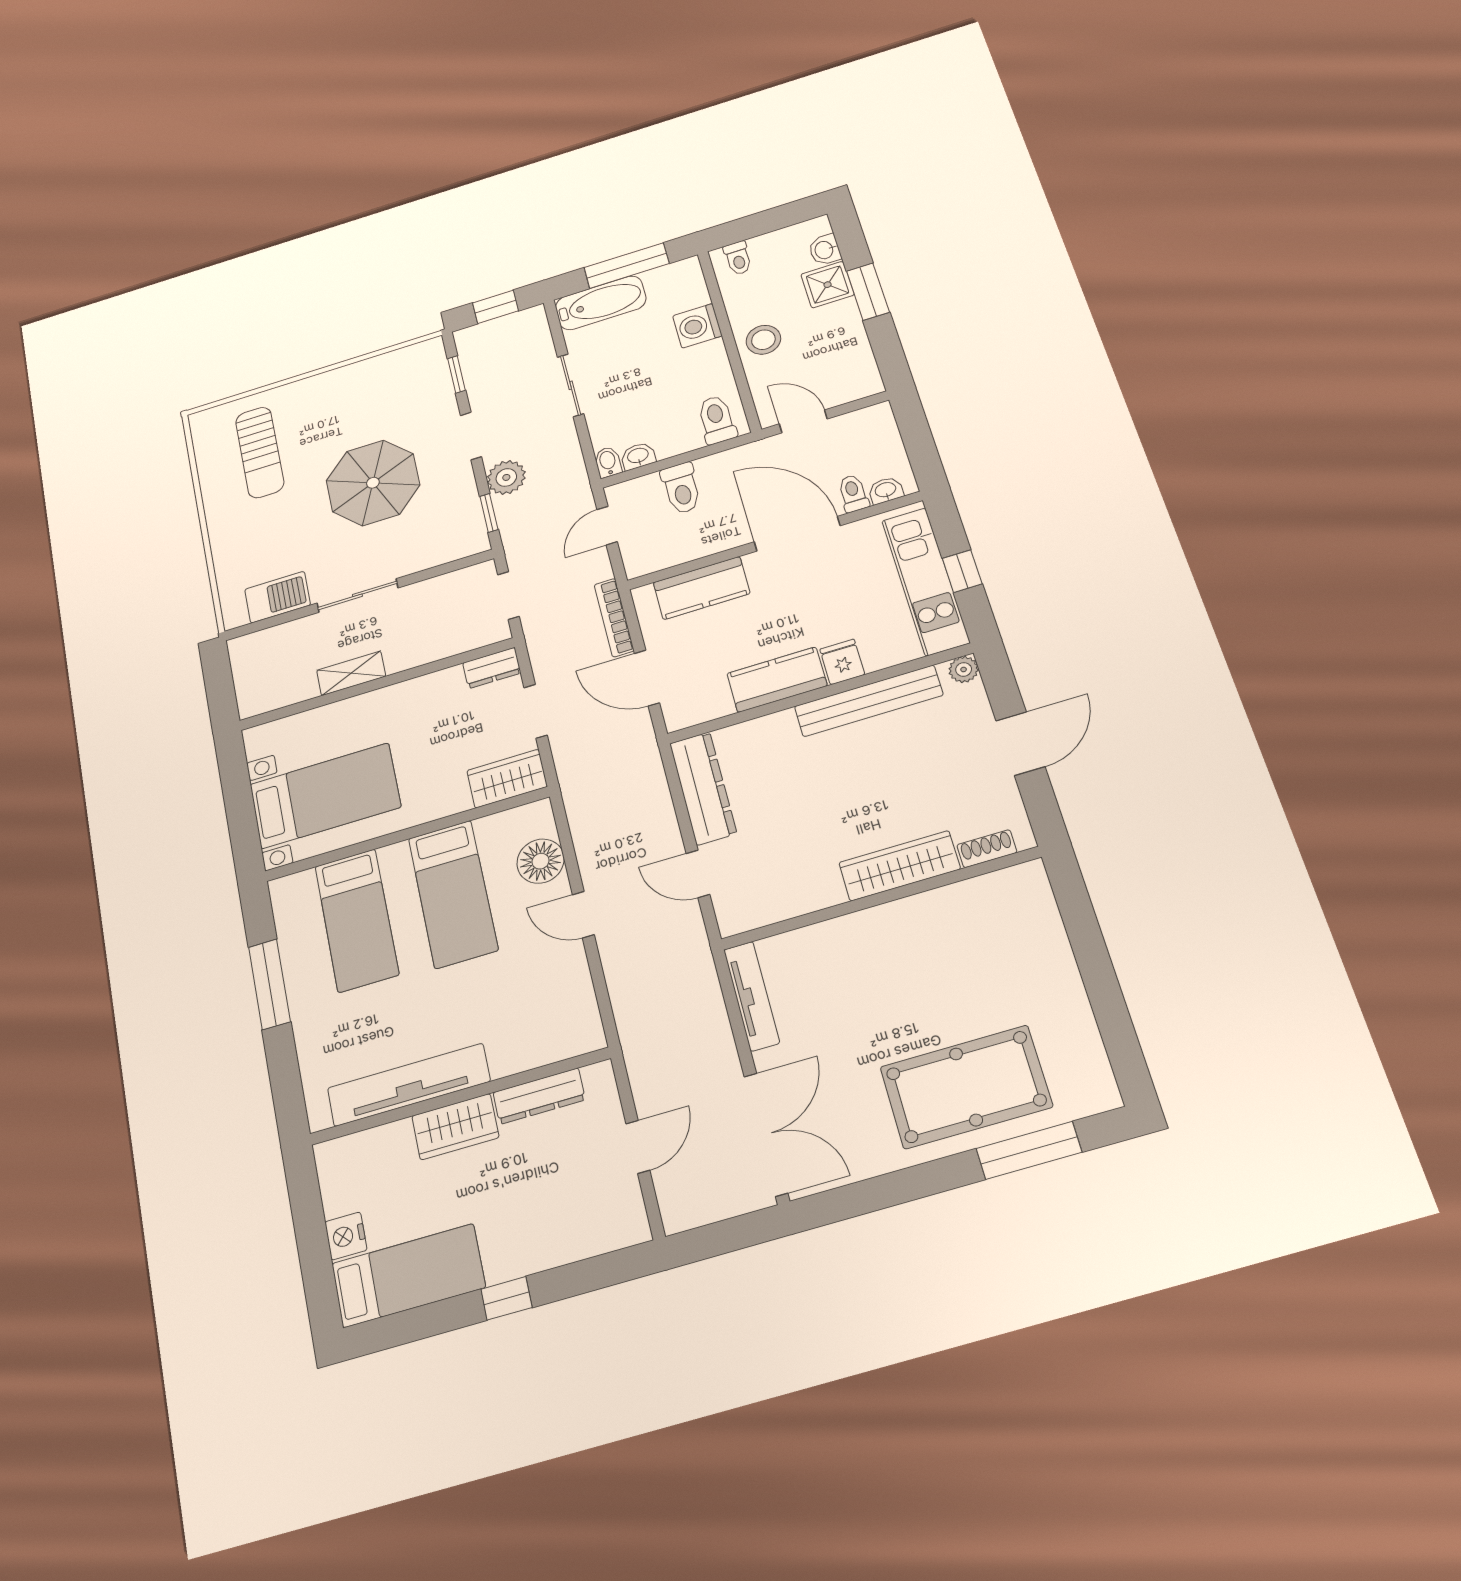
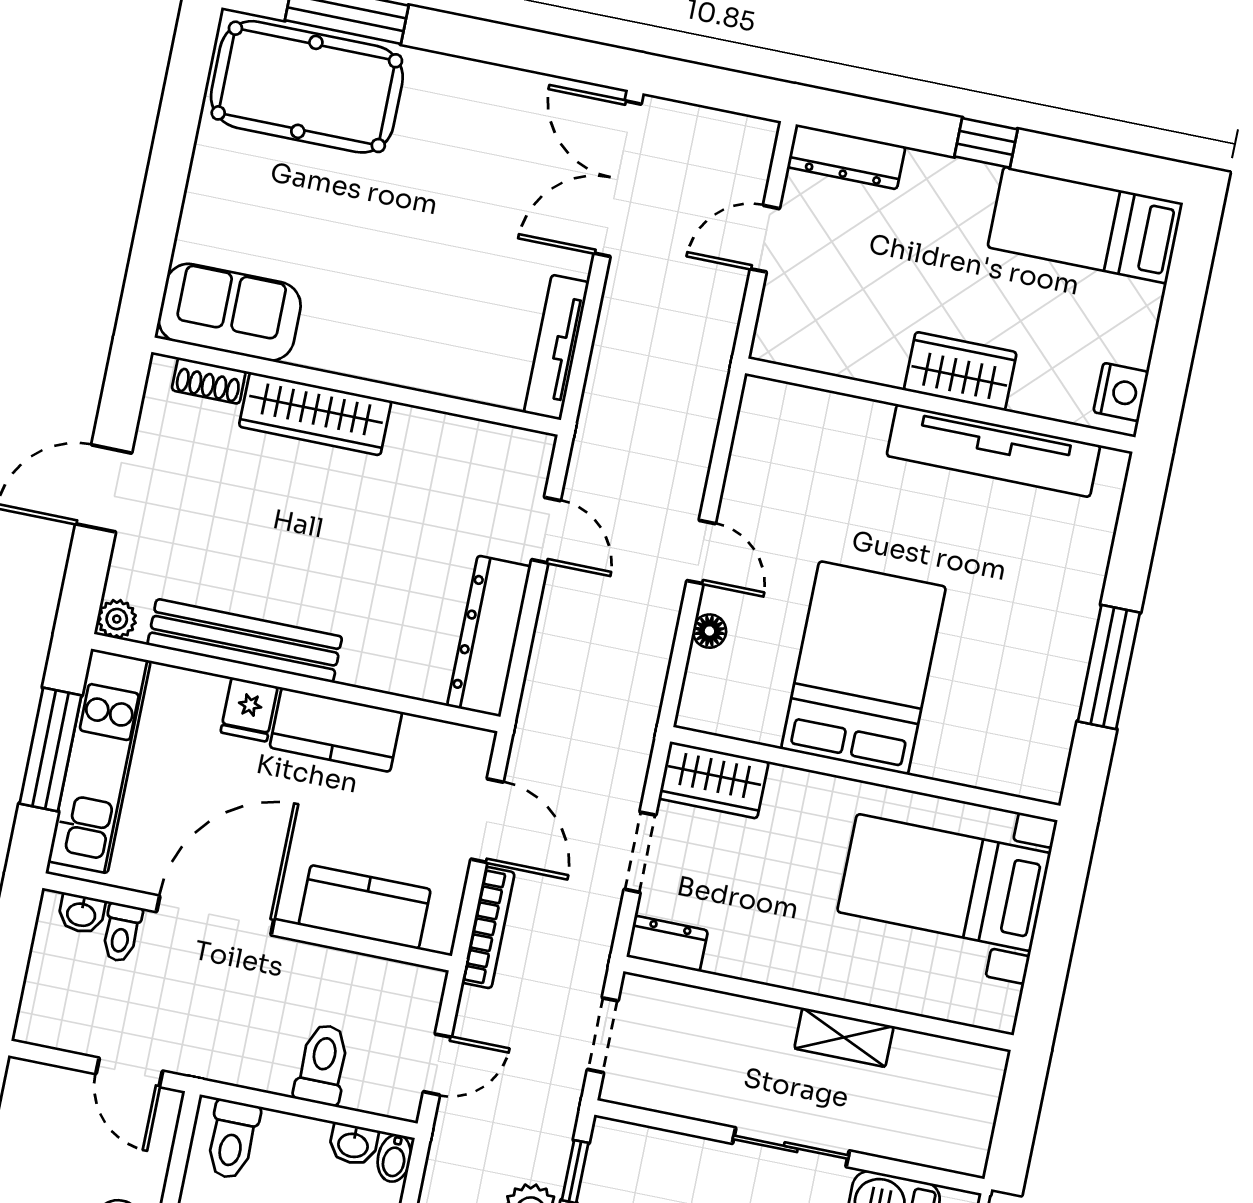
door: (797, 534) -> (215, 915), swing flipped
window: (962, 571) -> (50, 750), width x2.17
floor lamp: (541, 861) -> (709, 631), width x0.53, depth x0.53
bed: (453, 894) -> (864, 668), width x1.50
sofa: (998, 901) -> (230, 312), added
bed: (357, 920) -> (971, 693), removed
pool table: (966, 1087) -> (307, 87), moved
dresser: (539, 1096) -> (846, 157), moved, turned 180
nightstand: (346, 1236) -> (1121, 392), moved

